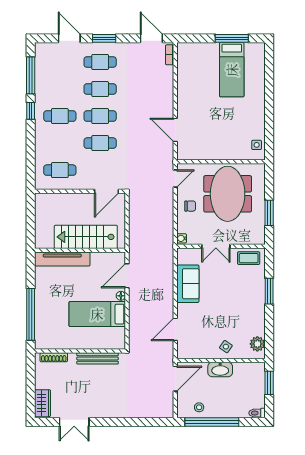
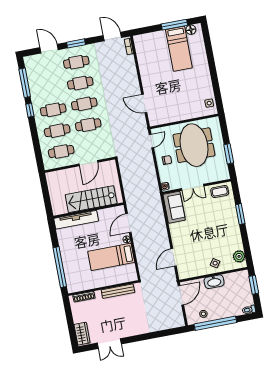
floor lamp: (251, 49) -> (191, 30), added
cafe table: (60, 143) -> (57, 131), added
door: (107, 191) -> (88, 163), moved
sofa: (188, 284) -> (174, 207), moved

